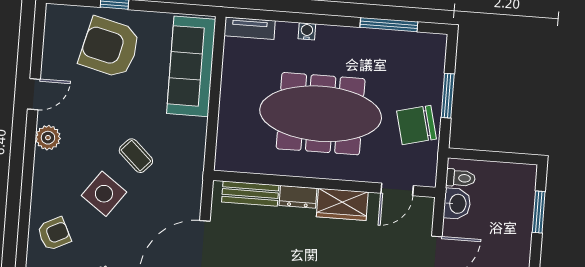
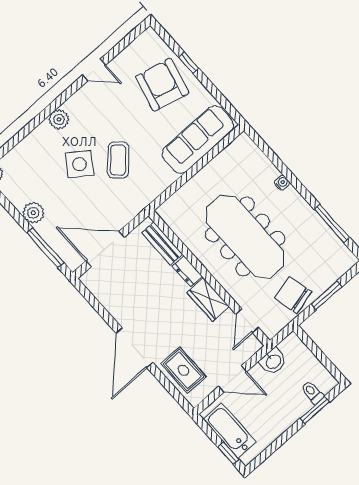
tv unit: (250, 28) -> (251, 150), removed
plant: (48, 138) -> (59, 119), moved
coffee table: (136, 156) -> (118, 160), width x1.36, depth x1.30
toilet: (460, 178) -> (312, 392), moved, turned 180
door: (397, 189) -> (247, 321), hinge flipped
armchair: (54, 234) -> (30, 160), removed

